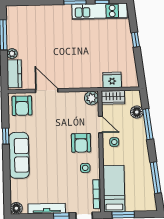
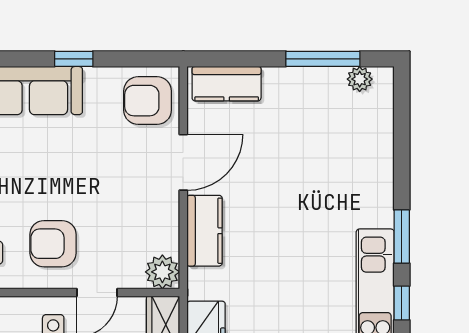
plant: (12, 54) -> (360, 79), moved
kitchen counter: (74, 81) -> (204, 231), added

